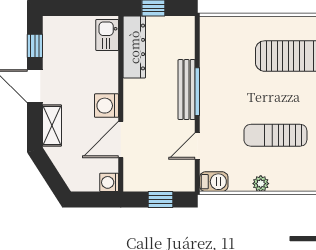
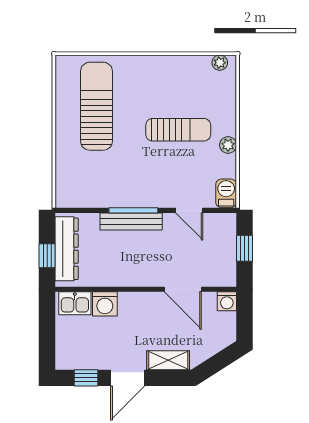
dresser: (134, 47) -> (67, 249), moved, turned 90
washing machine: (107, 106) -> (105, 304), moved
sun lounger: (275, 135) -> (178, 130), turned -90

